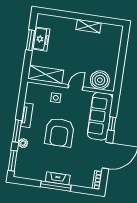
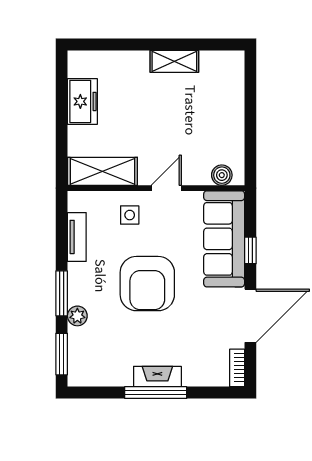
window: (30, 40) -> (62, 107), removed
boiler: (100, 80) -> (222, 175), width x0.54, depth x0.54
tv unit: (27, 115) -> (77, 237), moved

